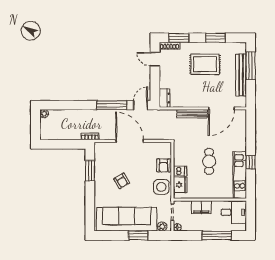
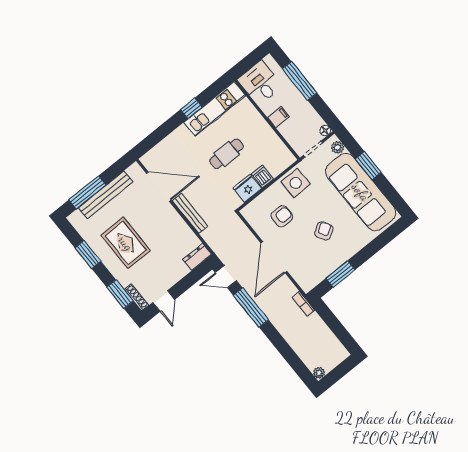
armchair: (163, 165) -> (282, 216), moved
fridge: (180, 185) -> (247, 188), moved
filing cabinet: (201, 207) -> (278, 117), width x0.50

